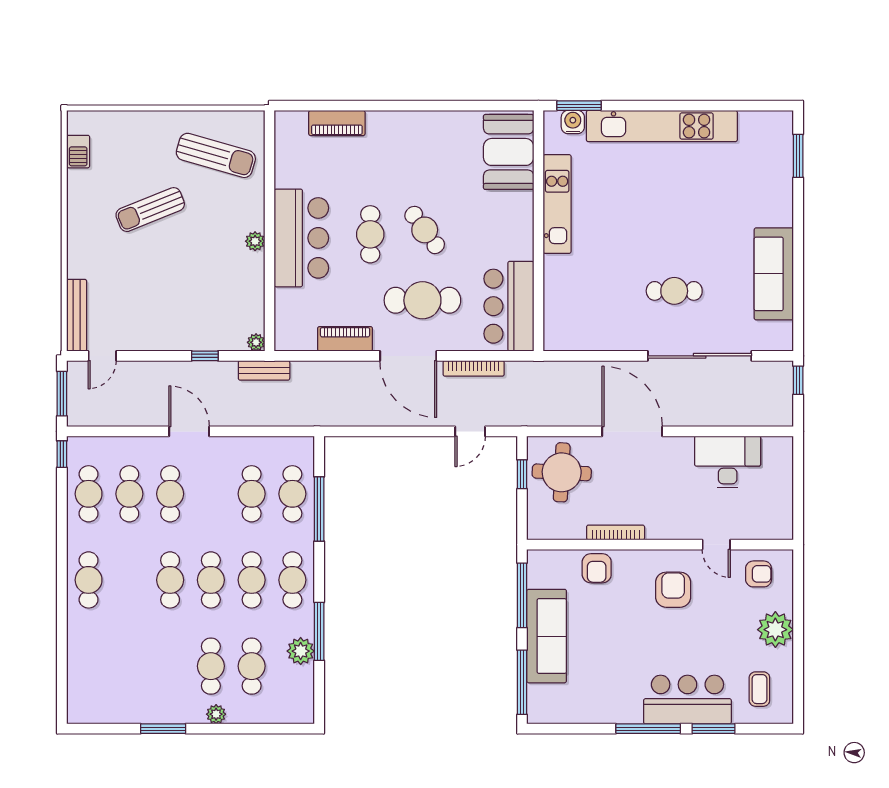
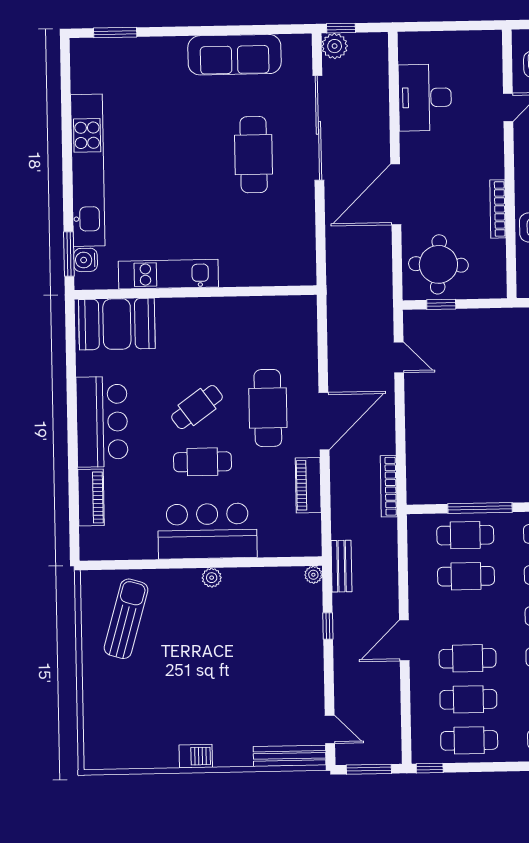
barbecue: (78, 152) -> (196, 756), moved
sun lounger: (150, 210) -> (182, 684), removed
cafe table: (674, 291) -> (254, 155), width x1.37, depth x1.35
bar counter: (509, 306) -> (102, 422), moved, turned -90
bookcase: (474, 368) -> (389, 486), moved, turned 180
plant: (780, 373) -> (335, 46), added

